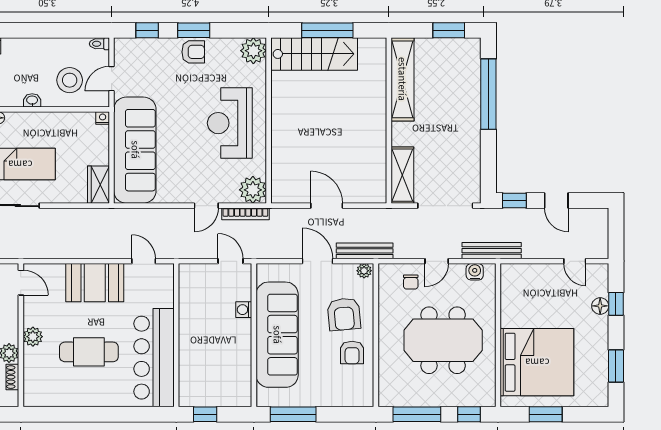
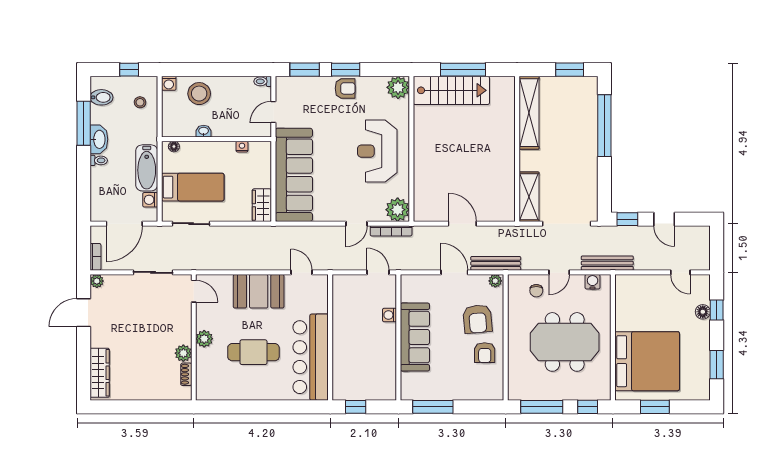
window: (147, 30) -> (305, 70), width x1.50
stool: (70, 80) -> (199, 94), moved
nightstand: (103, 118) -> (242, 147), moved
sofa: (277, 335) -> (415, 337), width x0.74, depth x0.79

